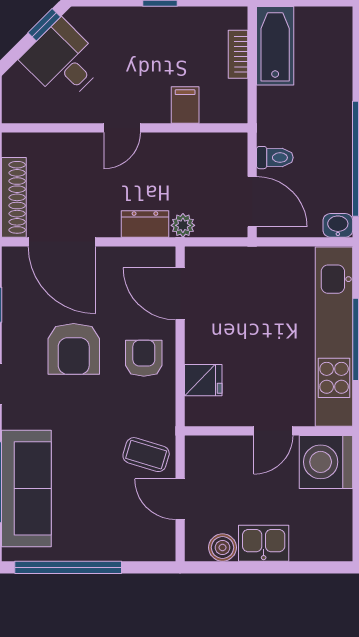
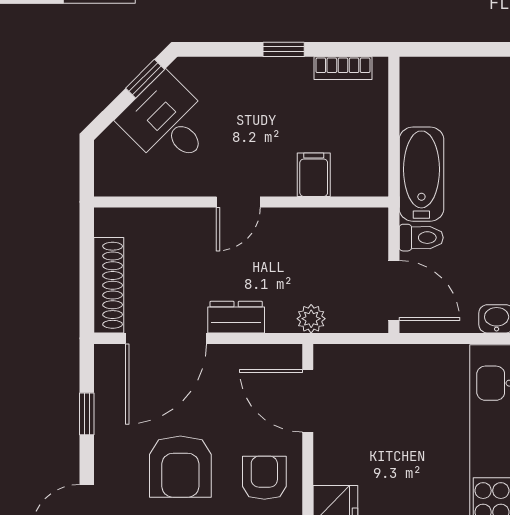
bathtub: (275, 46) -> (421, 174), moved
bookcase: (238, 54) -> (343, 68), moved, turned -90
dresser: (145, 224) -> (236, 317), moved
door: (62, 242) -> (166, 338), hinge flipped

